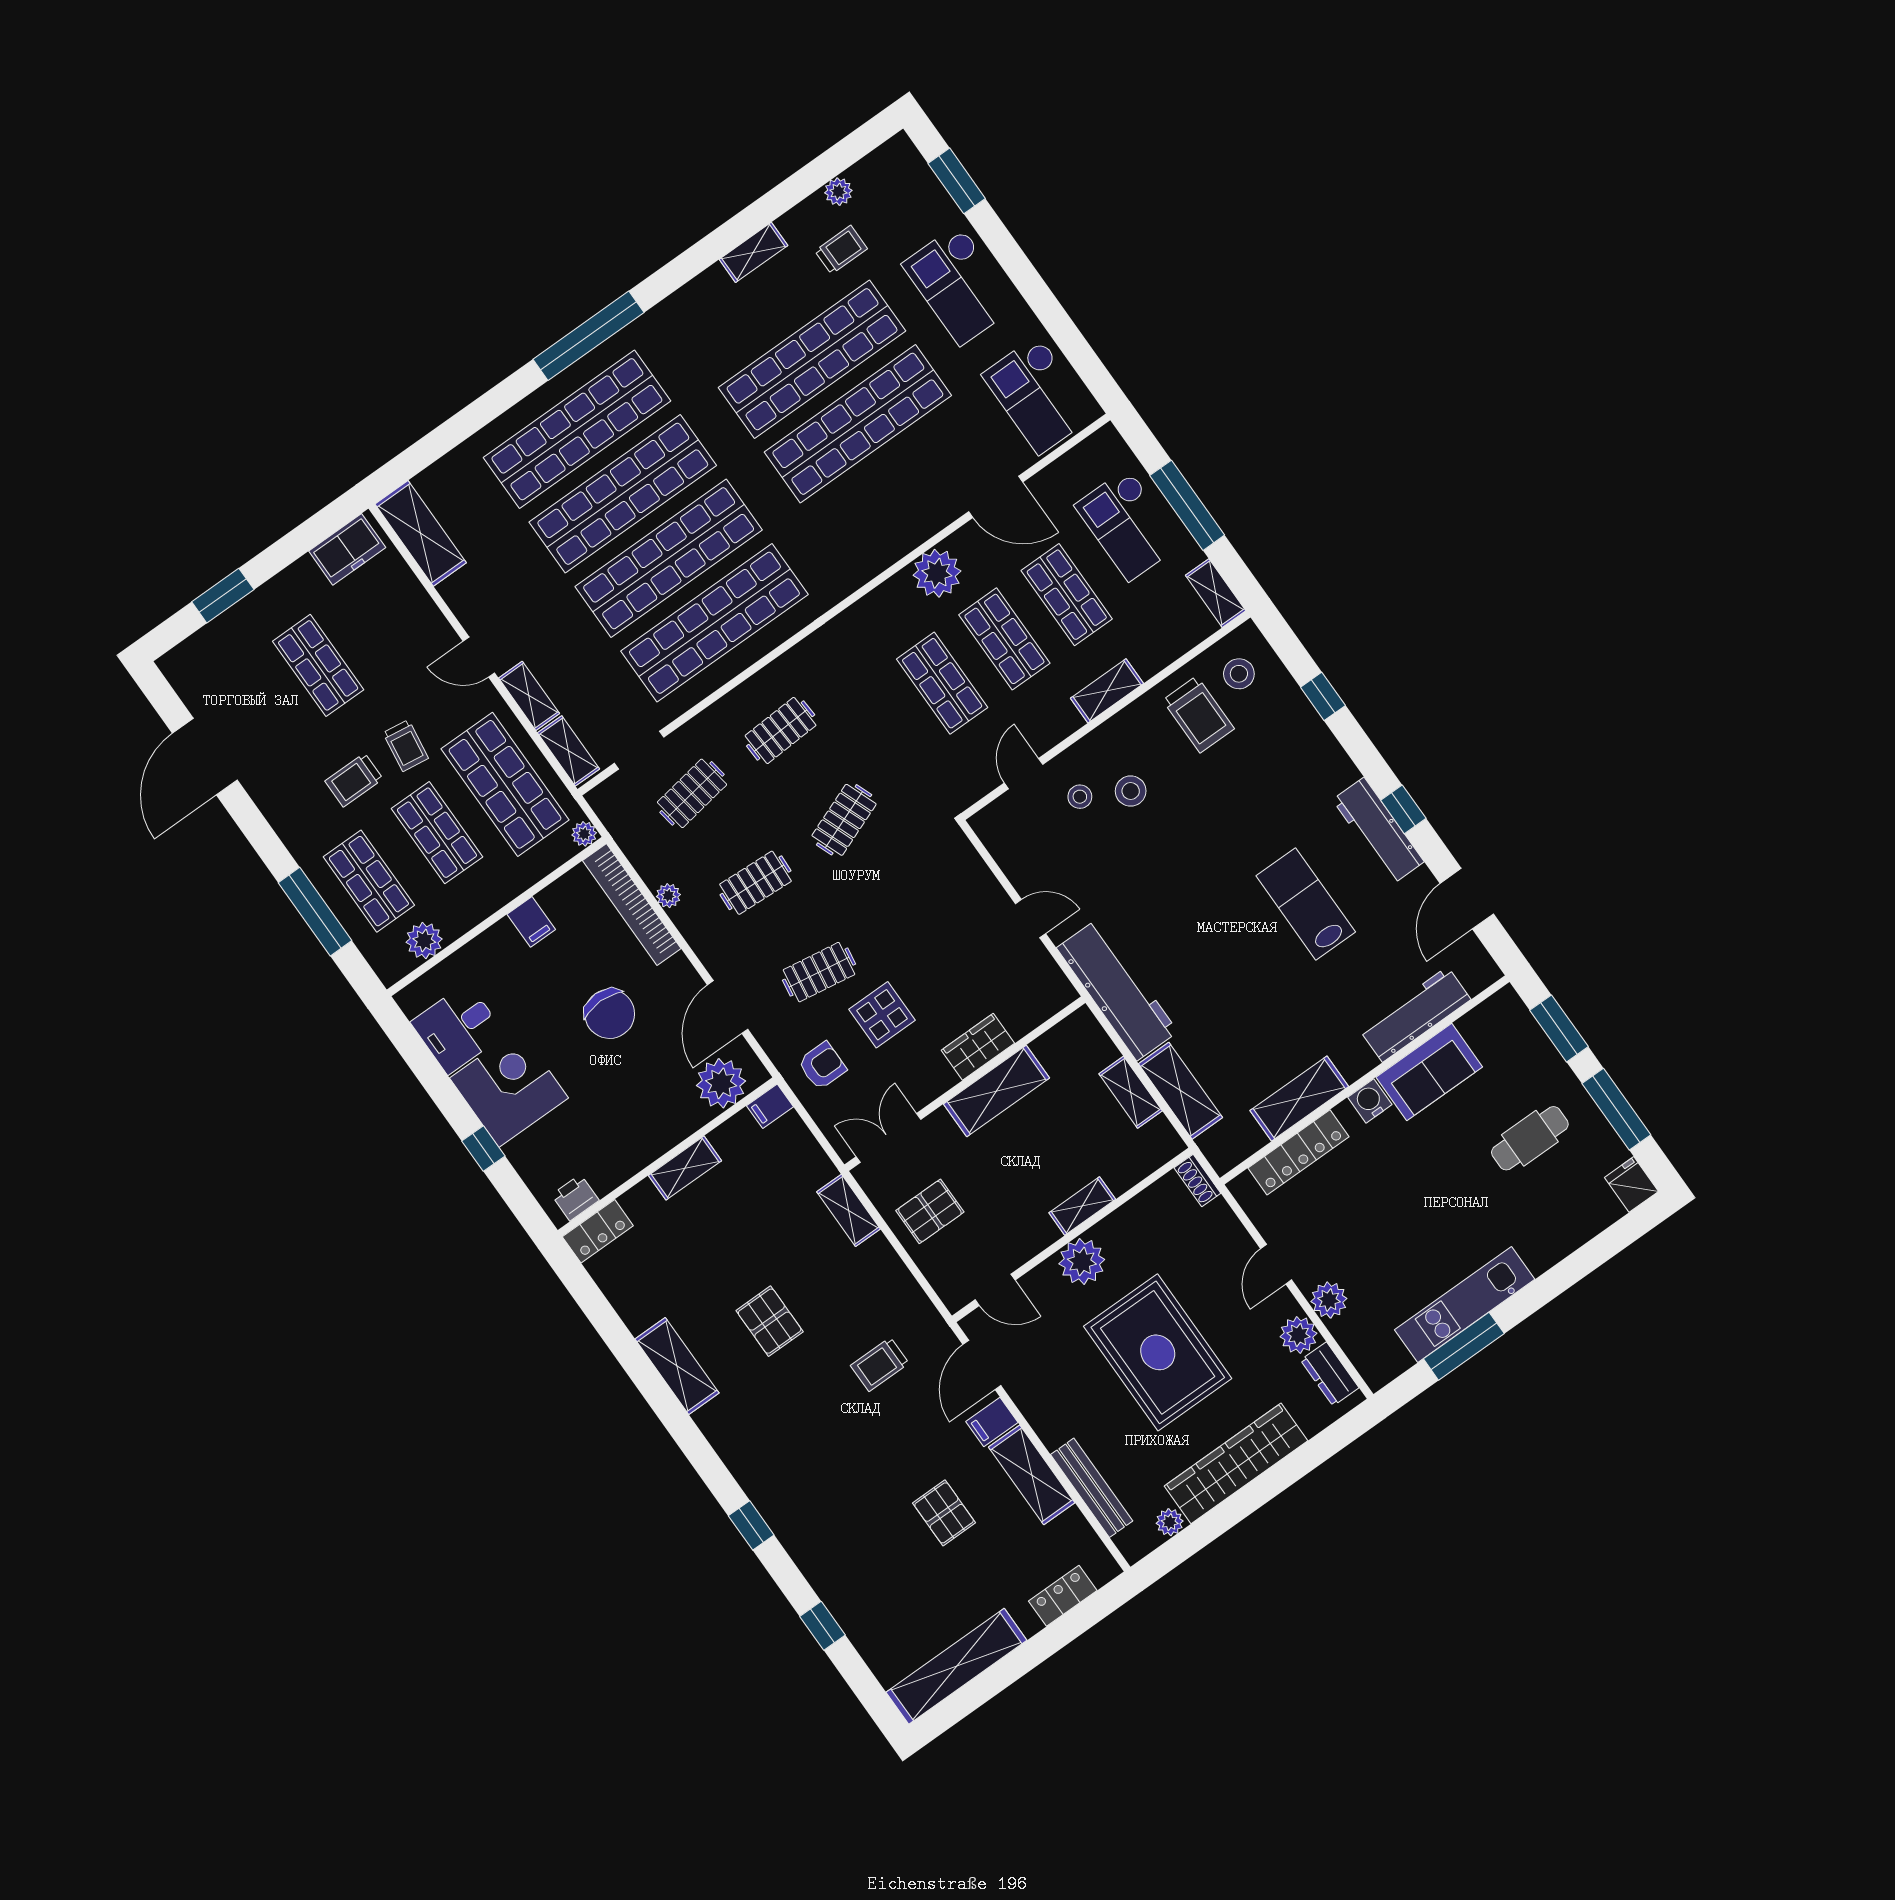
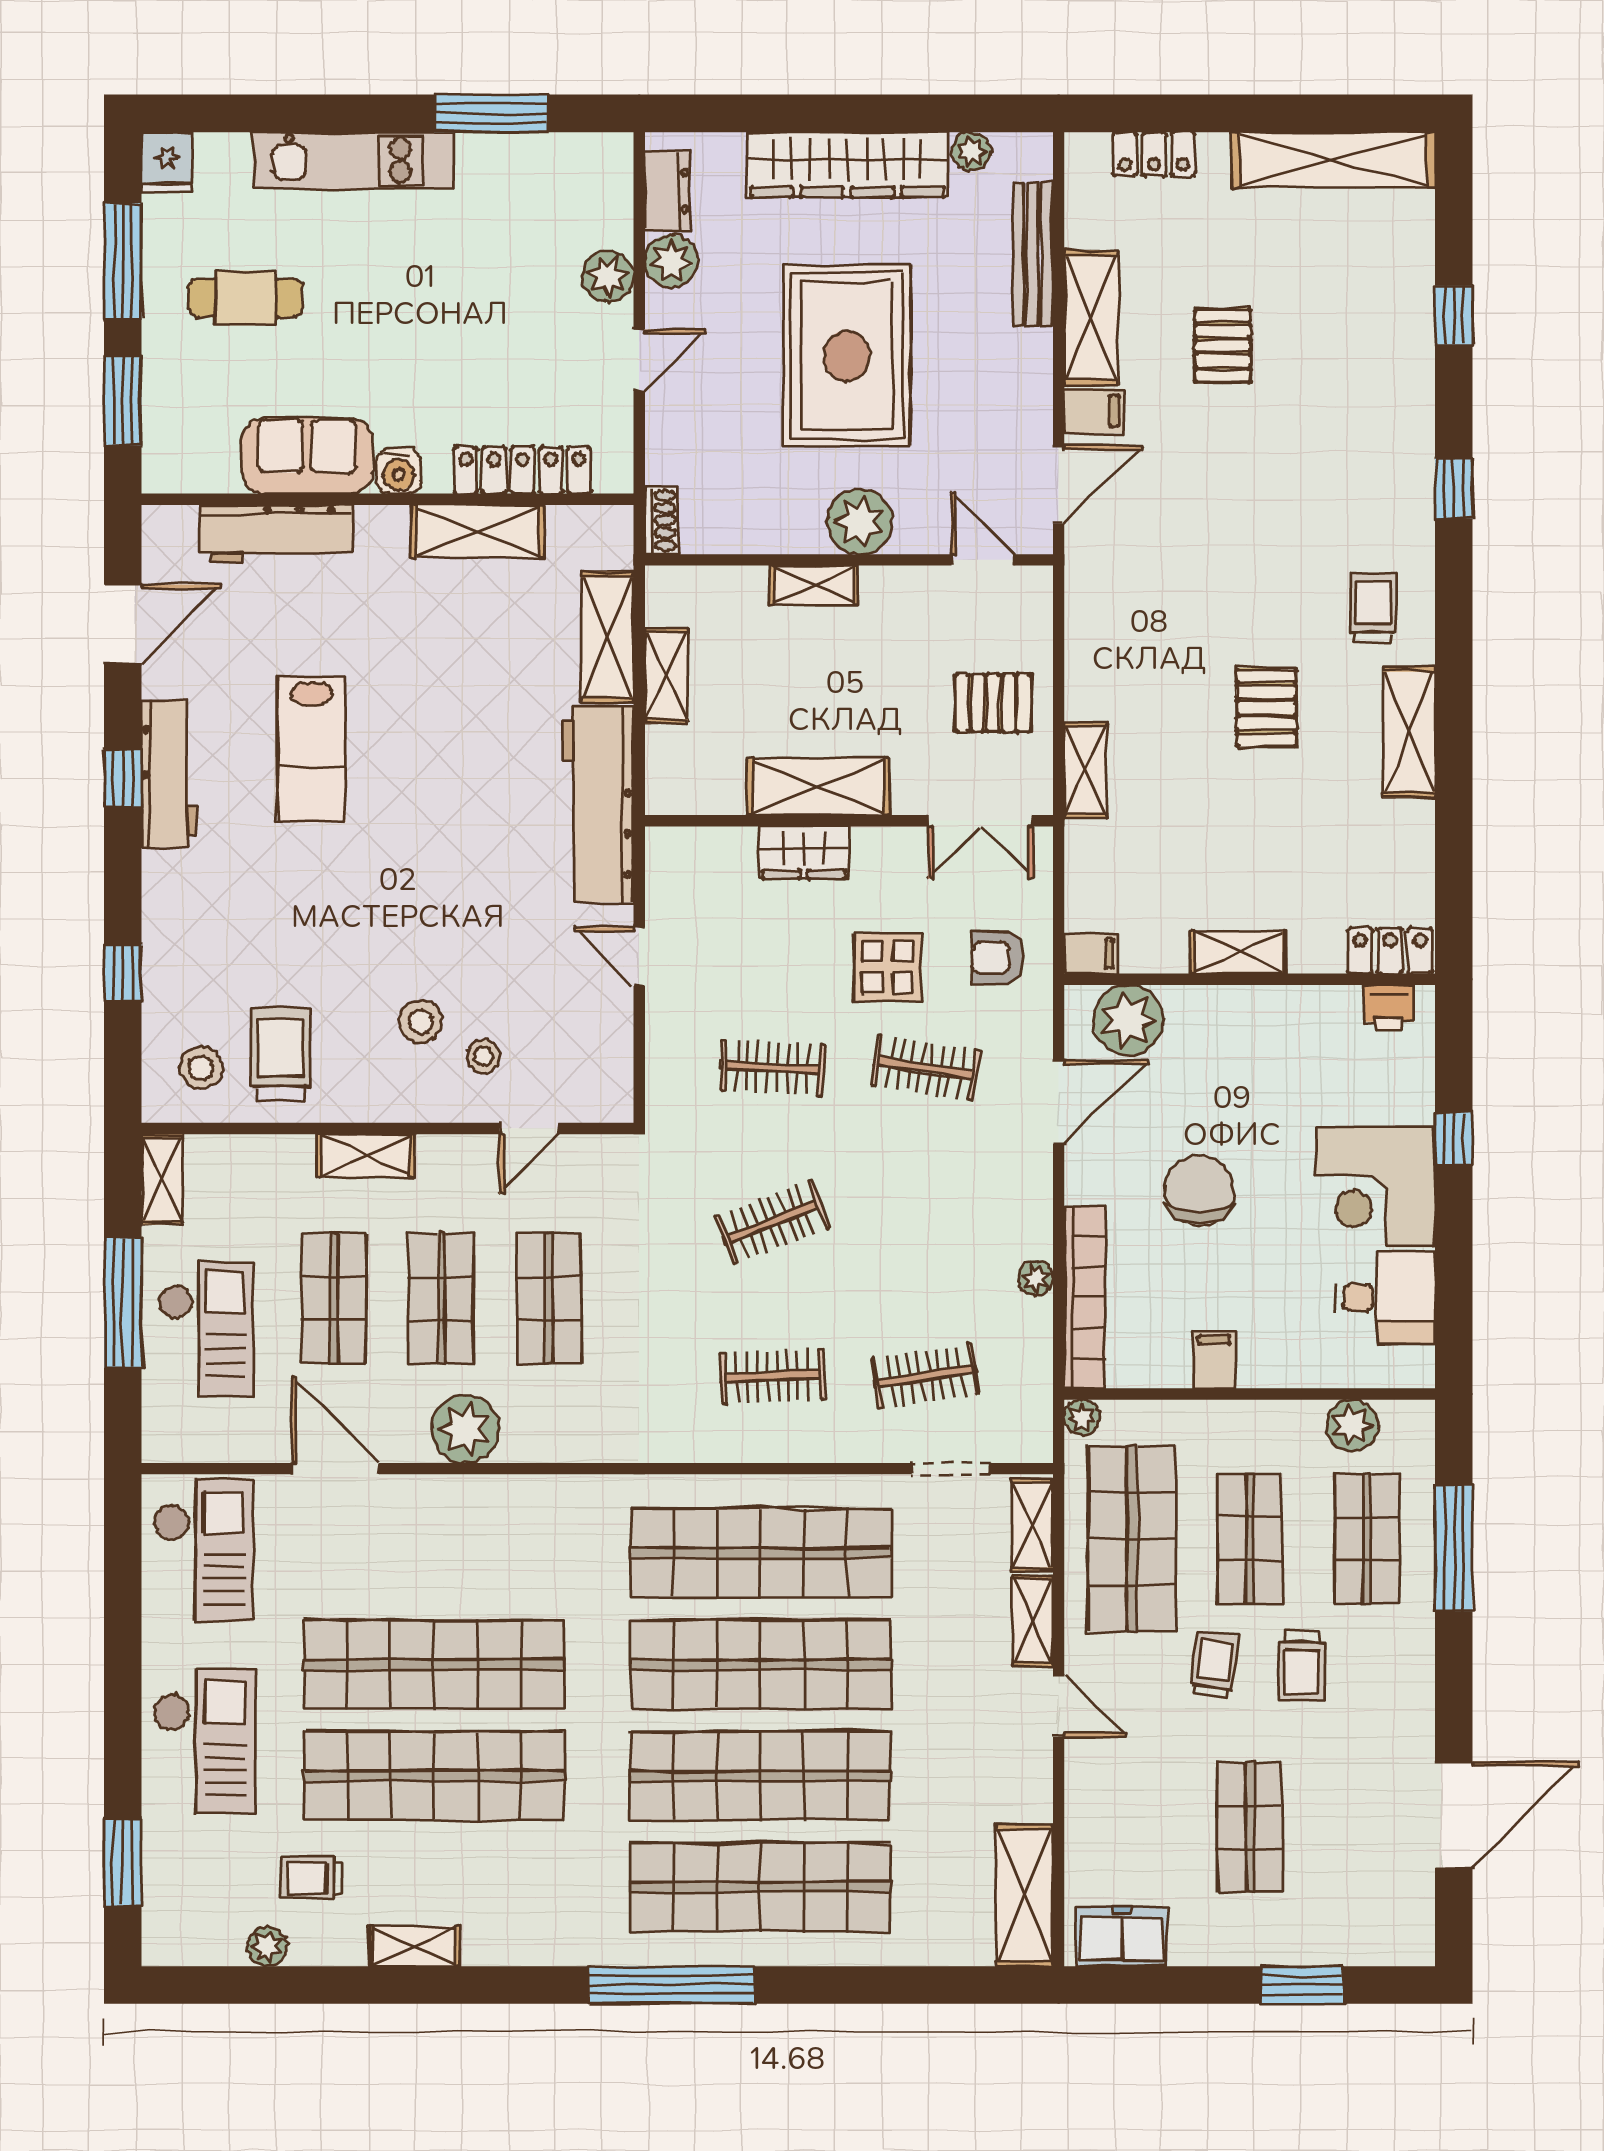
trolley: (354, 780) -> (1302, 1667), turned 90
clothes rail: (756, 883) -> (773, 1068), moved
kitchen unit: (1465, 1305) -> (354, 160), moved
trolley: (880, 1364) -> (1373, 607), moved, turned -90

